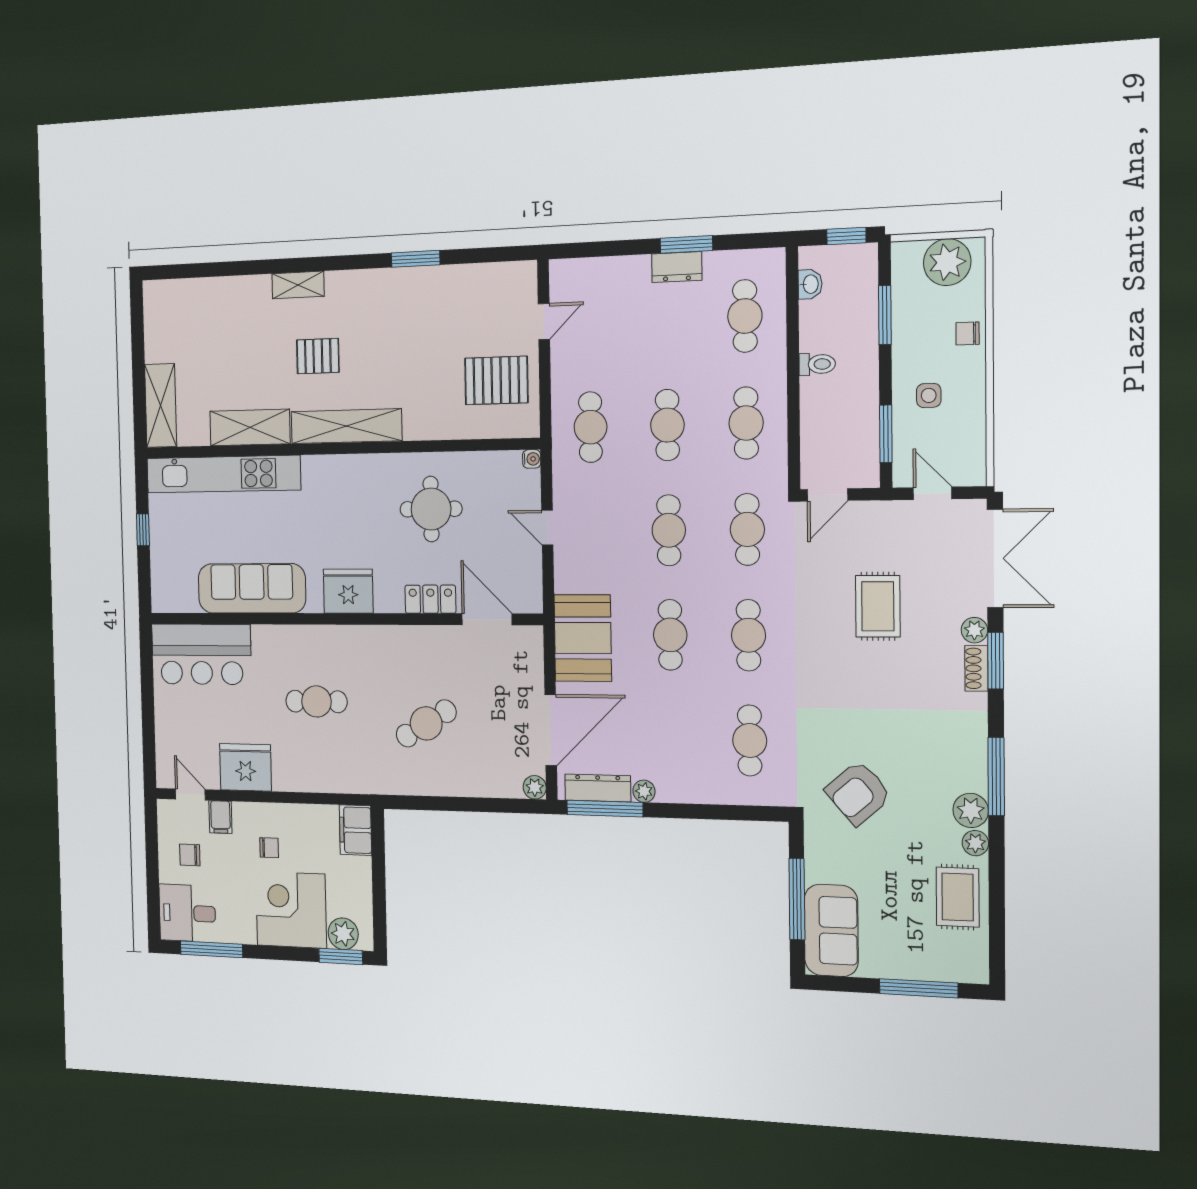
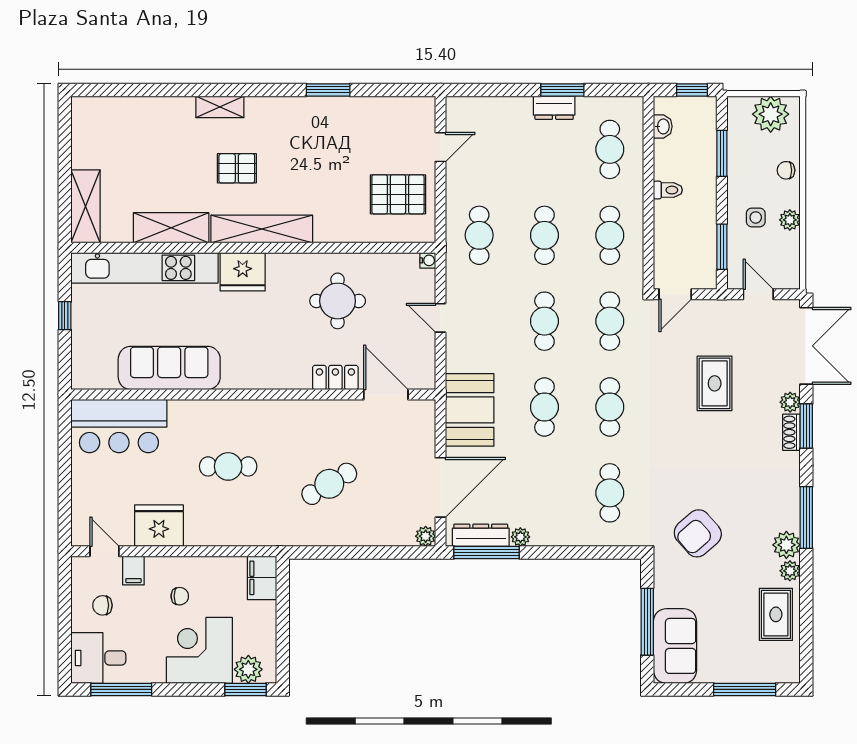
plant: (973, 397) -> (790, 220), added
fridge: (348, 591) -> (243, 272), moved, turned 180

